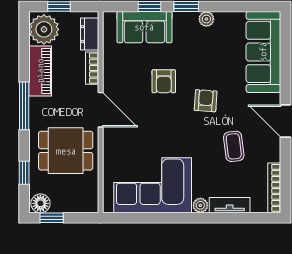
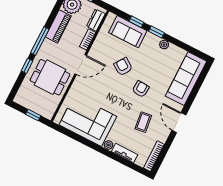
armchair: (164, 81) -> (123, 67), turned 124
door: (101, 110) -> (81, 65), hinge flipped
window: (24, 173) -> (27, 66), moved
floor lamp: (40, 203) -> (21, 99), removed
window: (52, 218) -> (33, 115), moved

